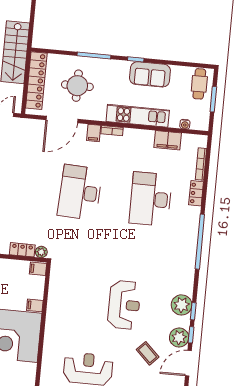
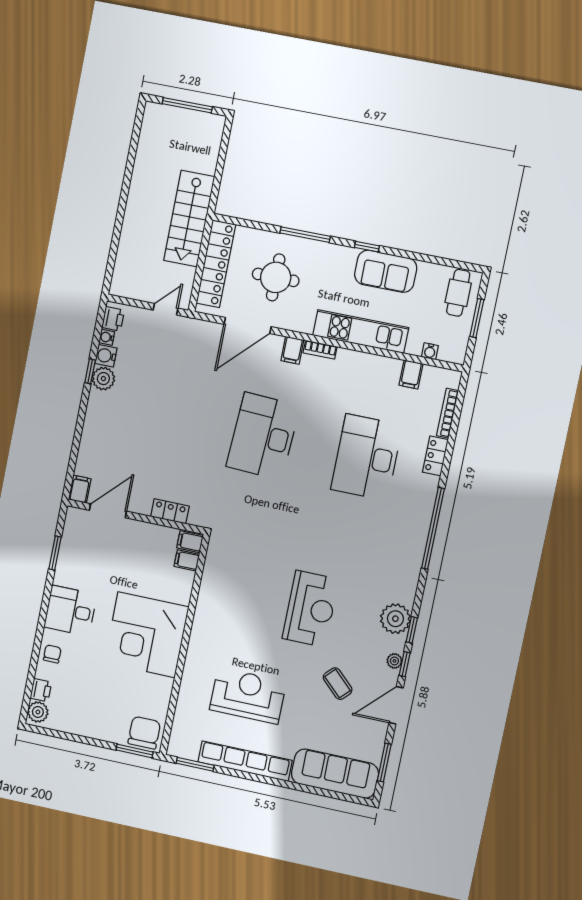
filing cabinet: (168, 140) -> (411, 374), width x0.50
plant: (41, 252) -> (197, 518), removed
filing cabinet: (35, 305) -> (187, 560), moved
plant: (179, 338) -> (394, 661), width x0.53, depth x0.53

